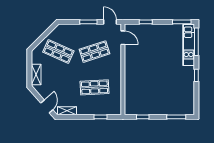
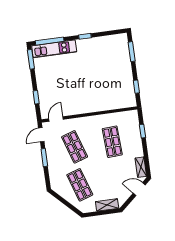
shop shelf: (58, 52) -> (80, 185), turned -42

